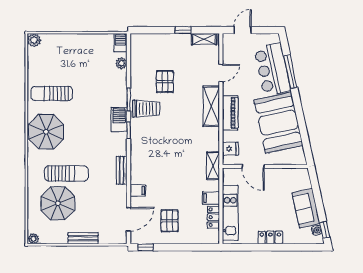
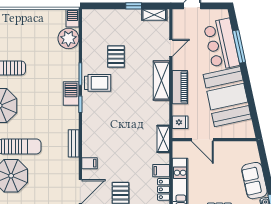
plant: (121, 63) -> (68, 38), width x1.88, depth x1.88

